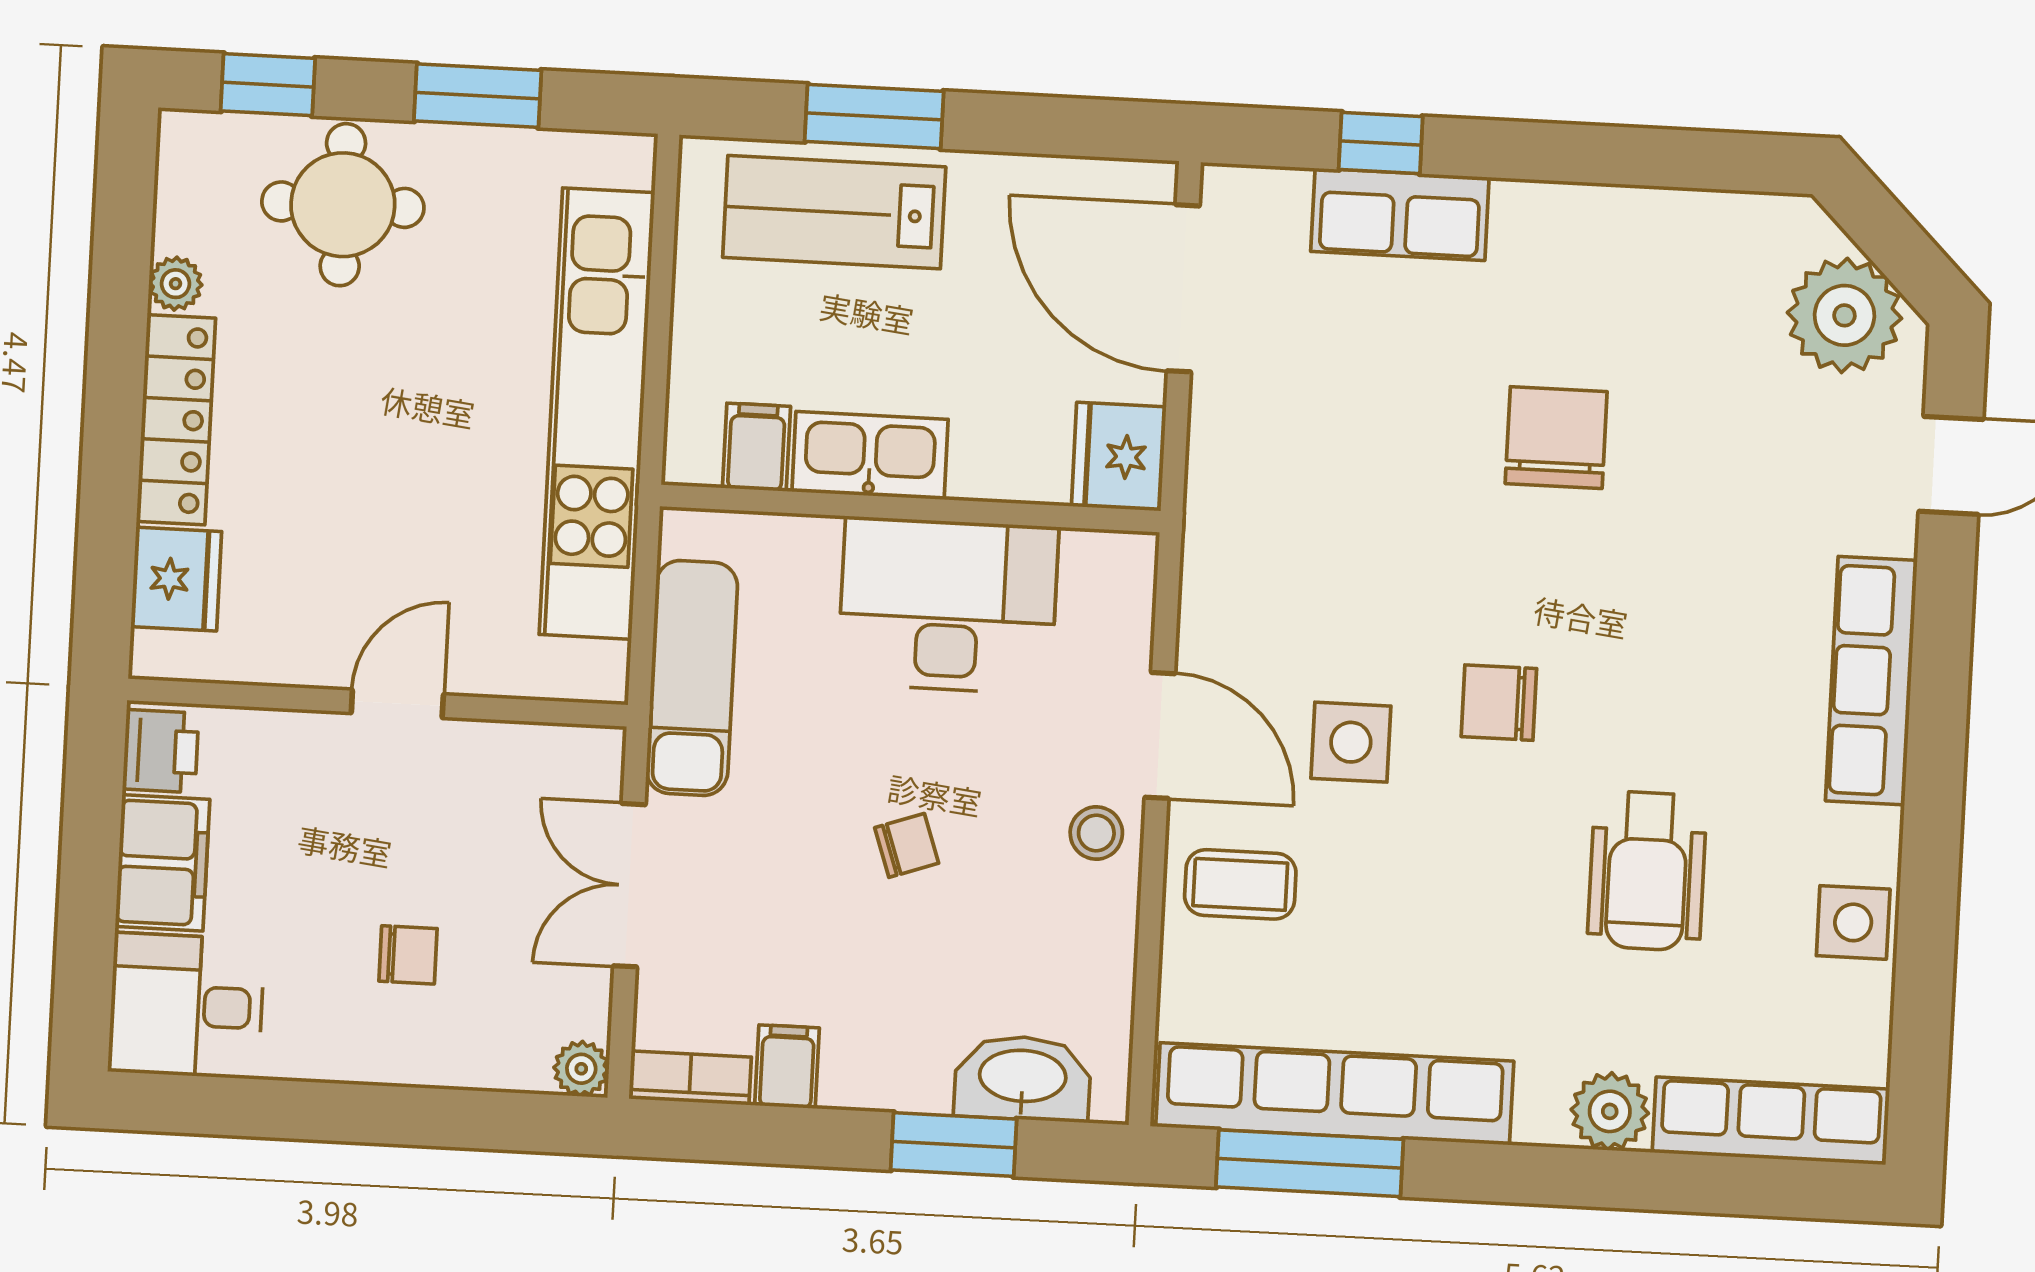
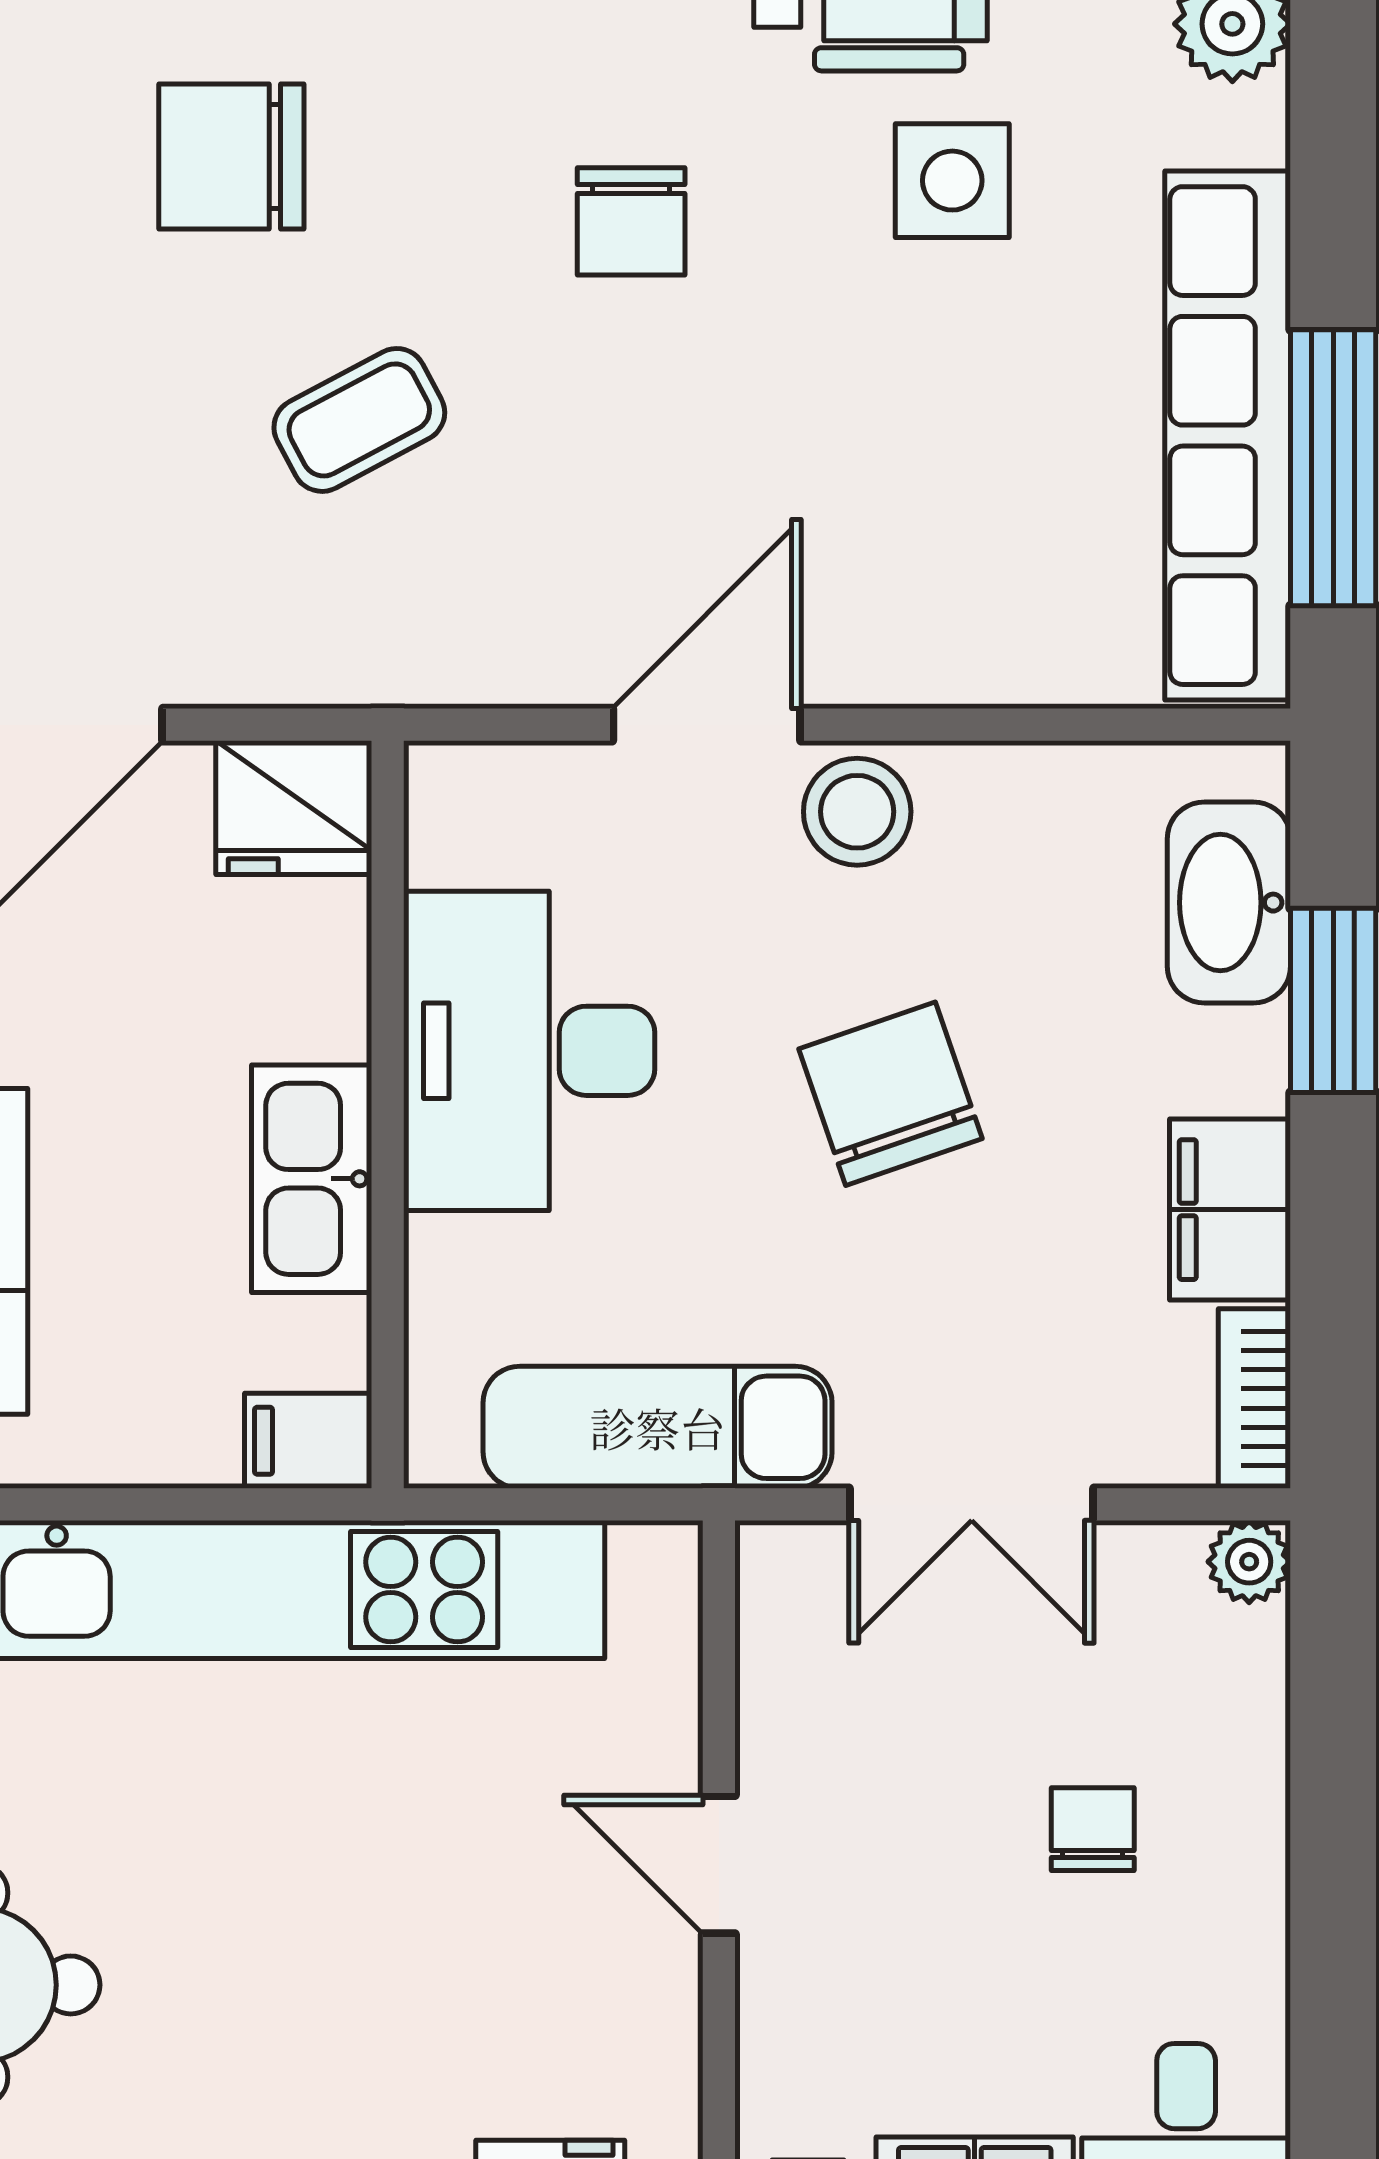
filing cabinet: (756, 447) -> (308, 1441), moved
side table: (1351, 742) -> (952, 181), moved
stool: (1096, 833) -> (857, 812), width x1.37, depth x1.37
chair: (907, 845) -> (891, 1094), width x1.87, depth x1.87
coffee table: (1240, 884) -> (359, 420), moved, turned 62
filing cabinet: (787, 1067) -> (1230, 1210), width x2.00

